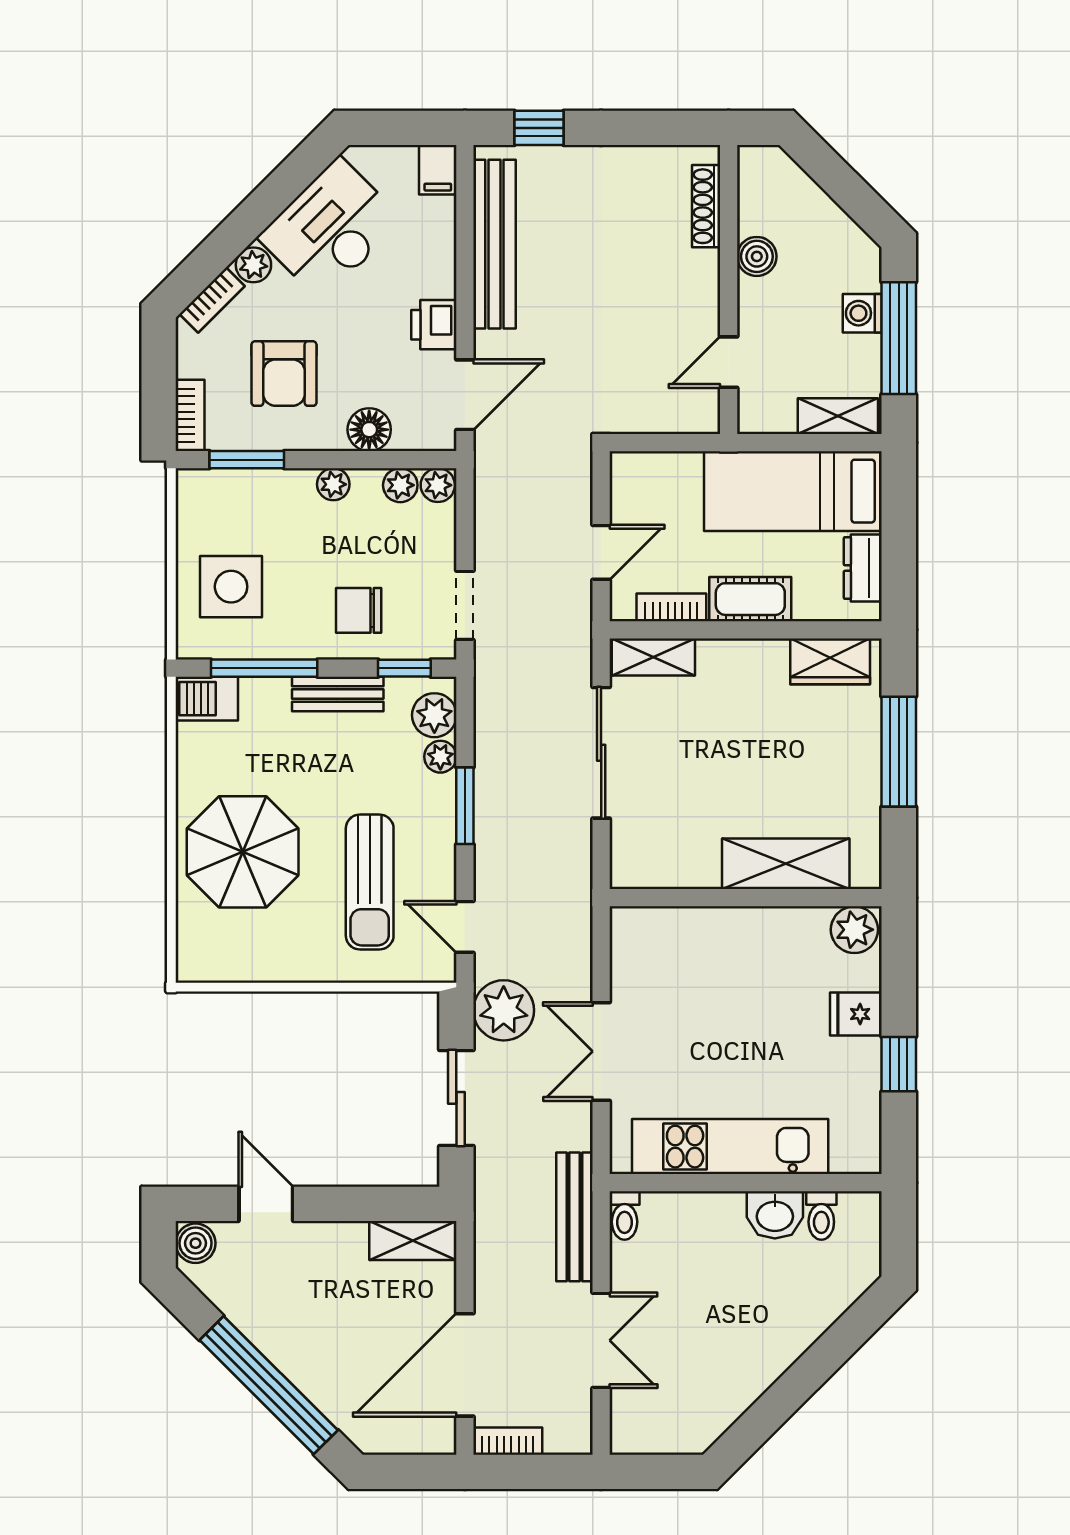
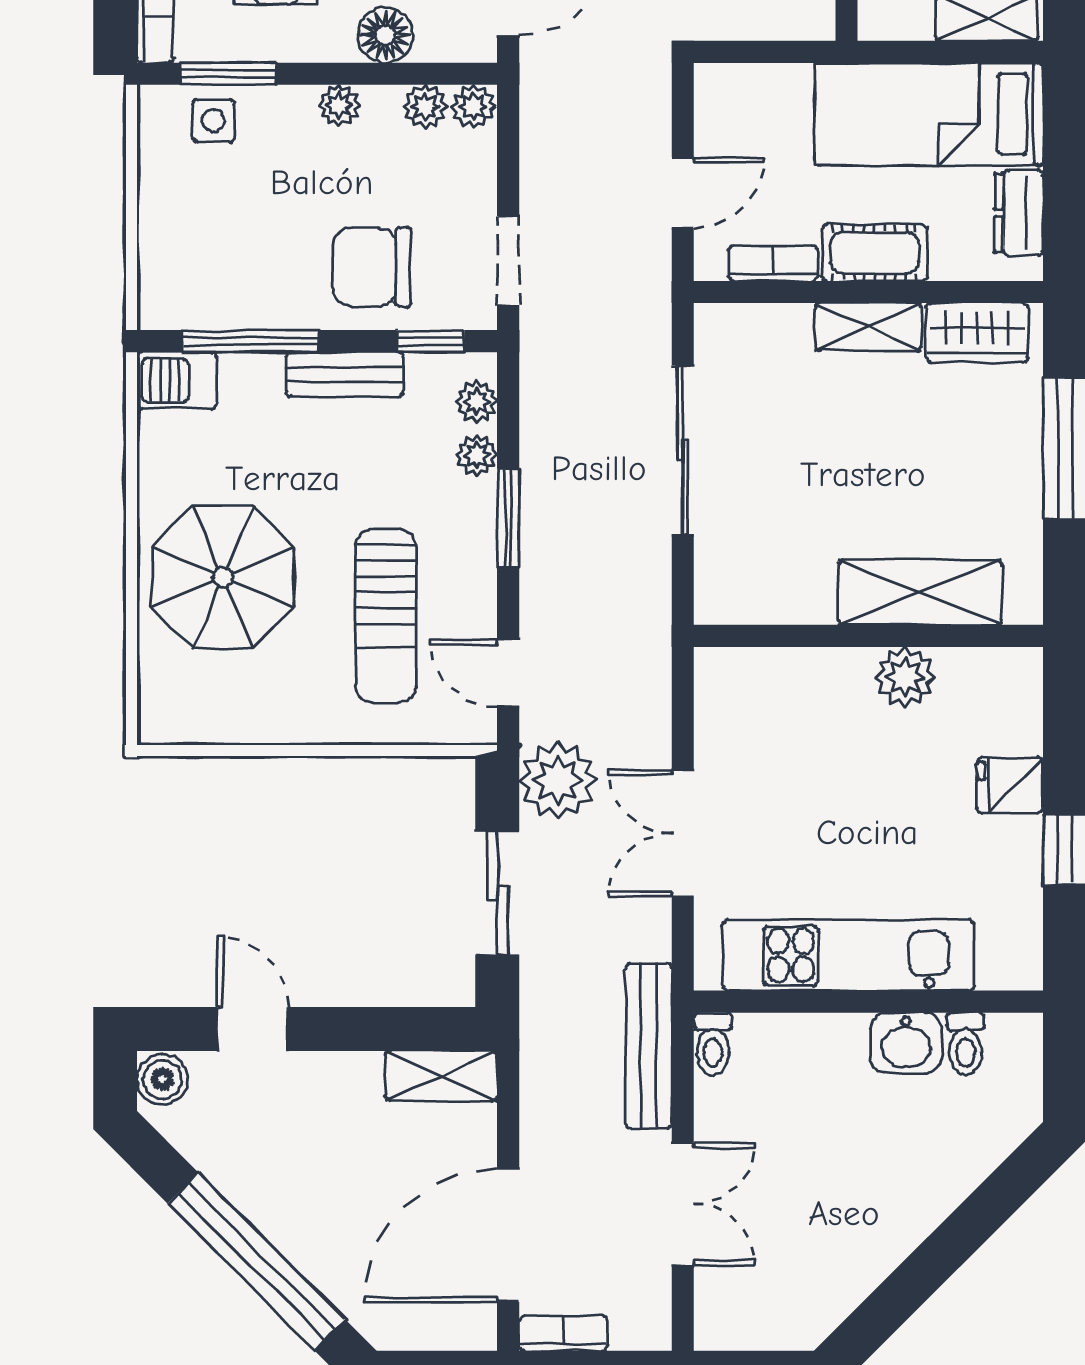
side table: (231, 587) -> (213, 121), moved, width x0.54, depth x0.54
chair: (359, 610) -> (372, 267), width x1.37, depth x1.37
shelving: (653, 657) -> (868, 327), moved
plant: (434, 715) -> (477, 402), width x0.73, depth x0.73
plant: (854, 930) -> (905, 677), moved

